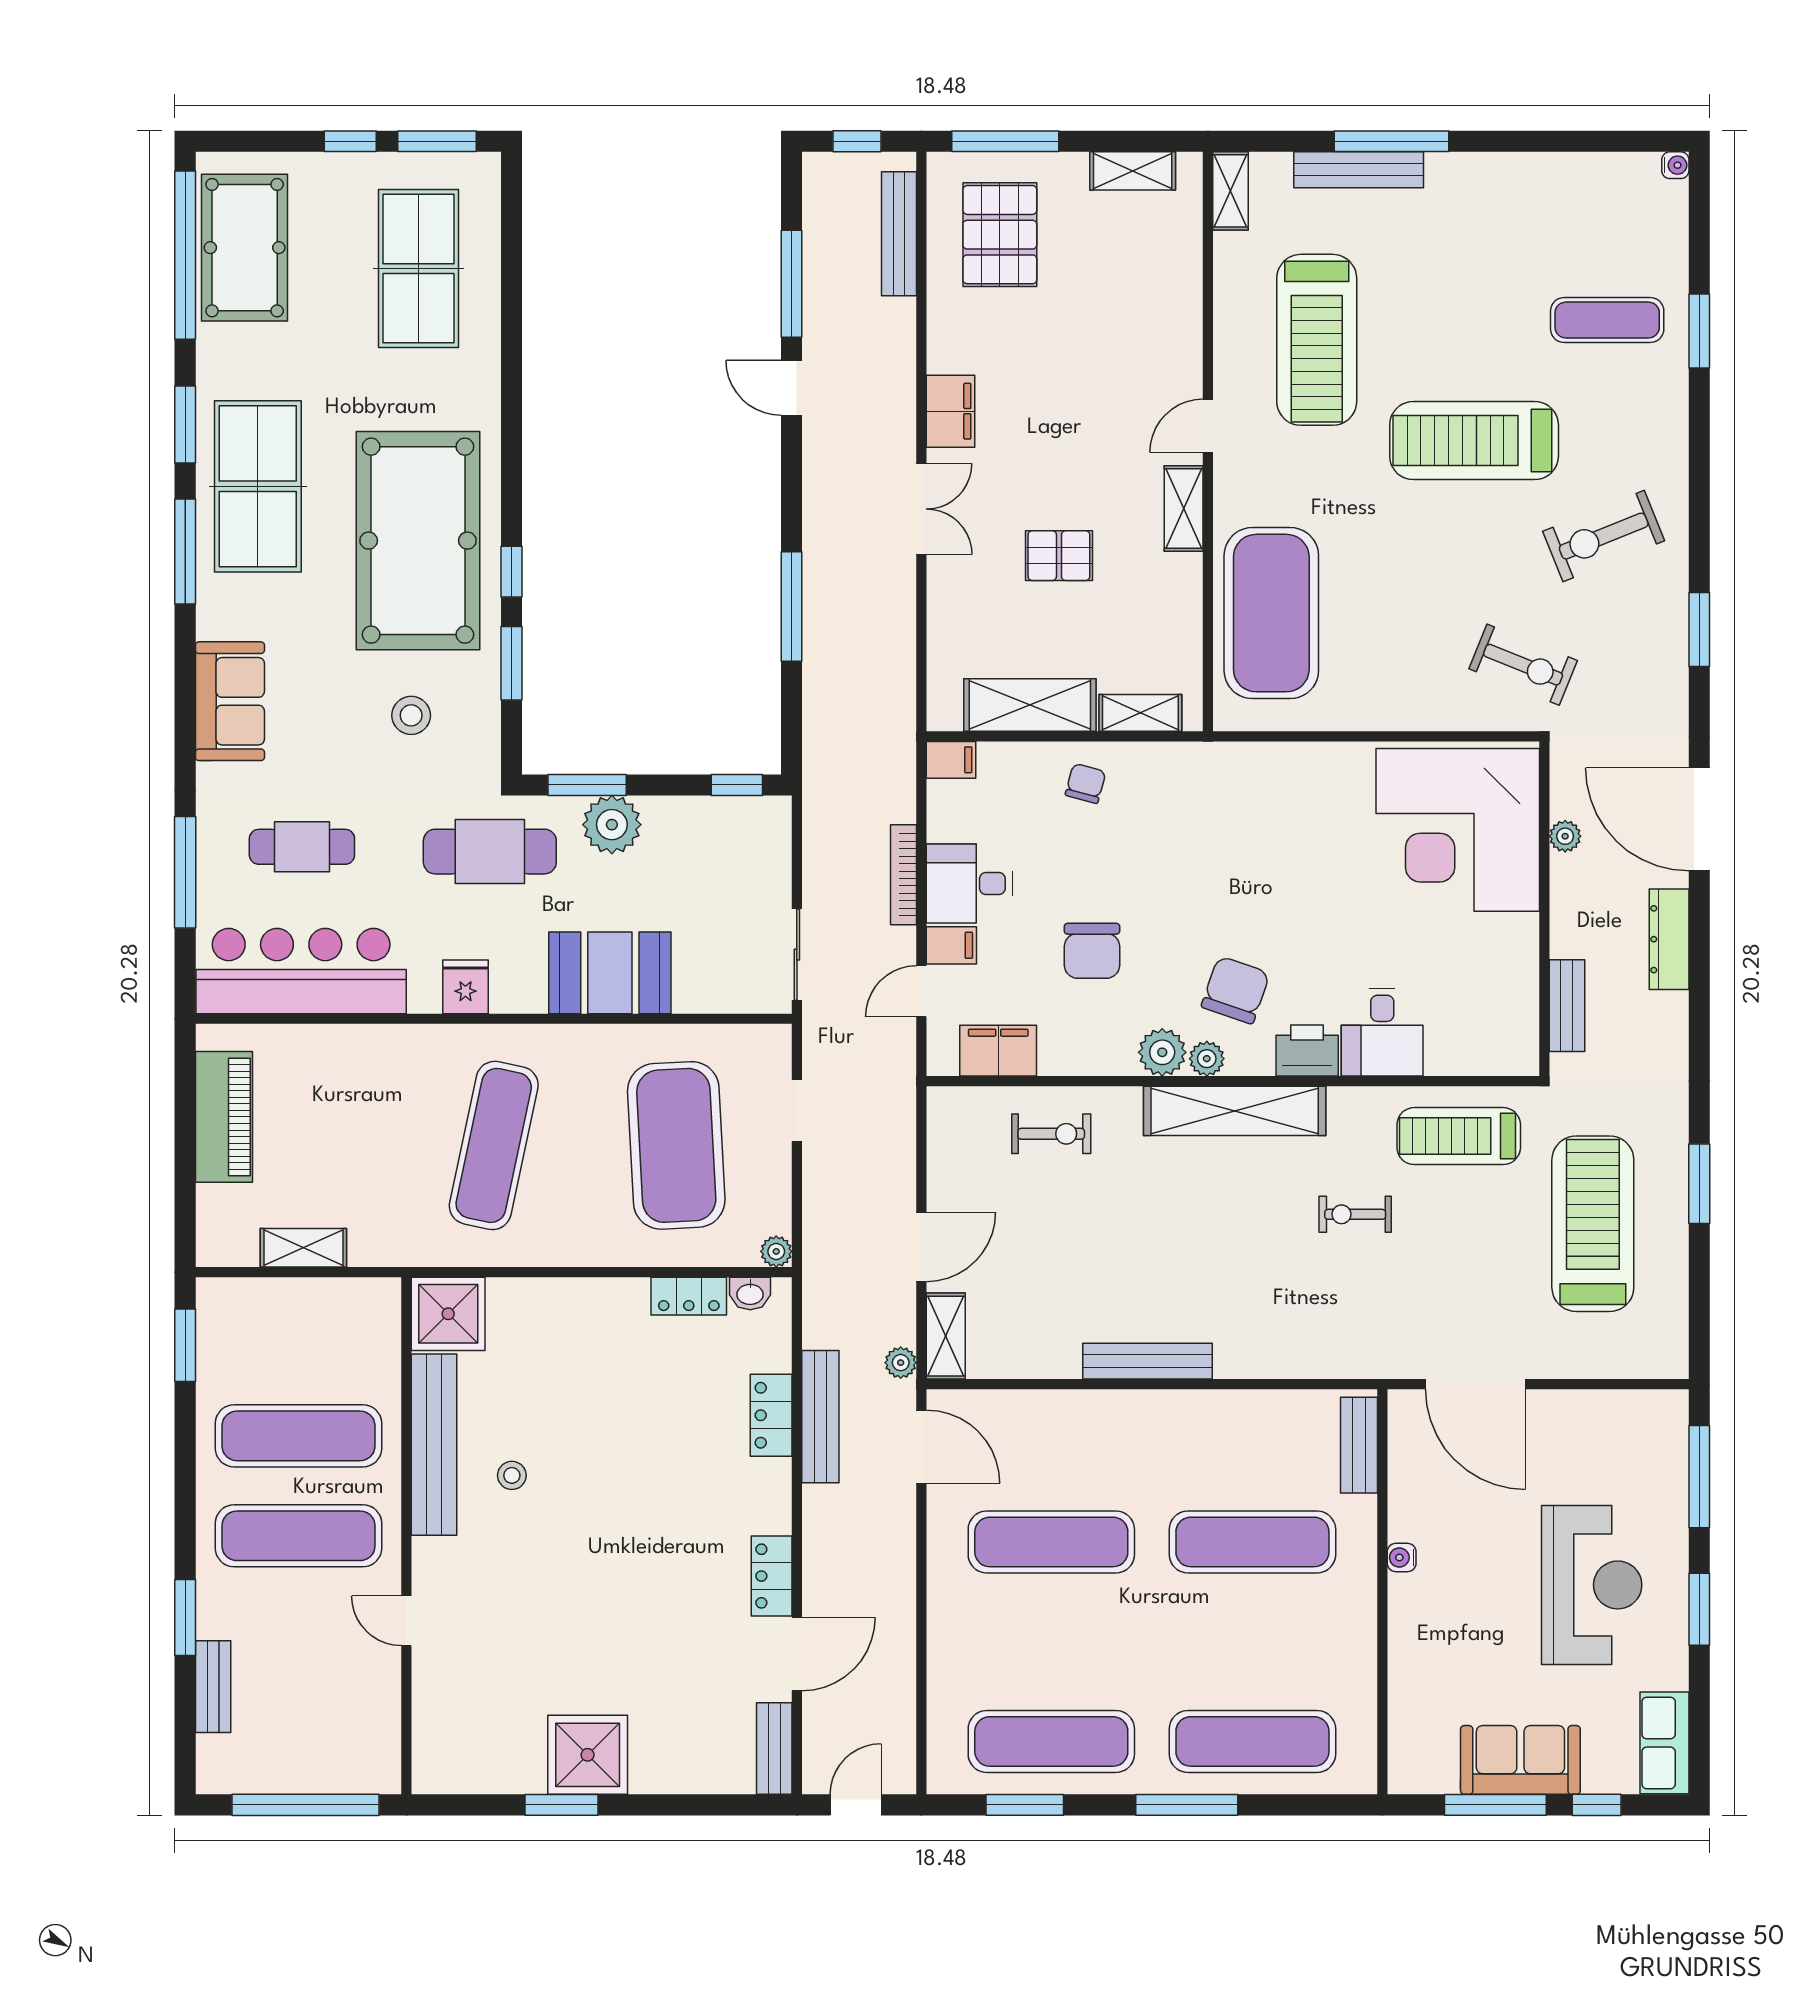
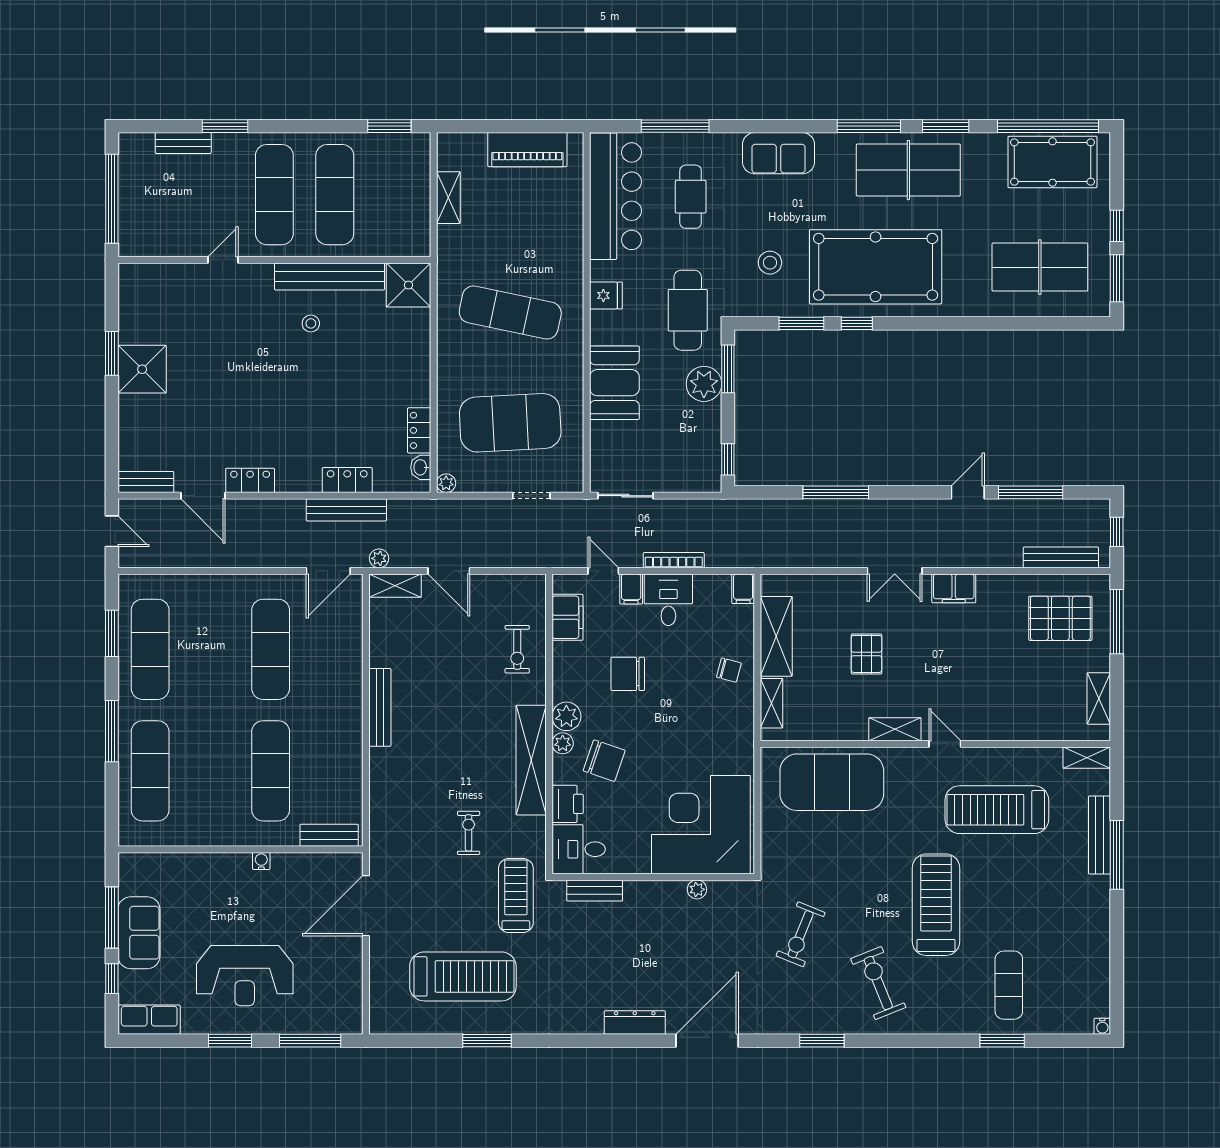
corner desk: (1458, 830) -> (701, 825), moved
plant: (1565, 836) -> (697, 889), moved
wall: (1544, 909) -> (653, 877), moved
bench: (1567, 1006) -> (595, 891), moved

